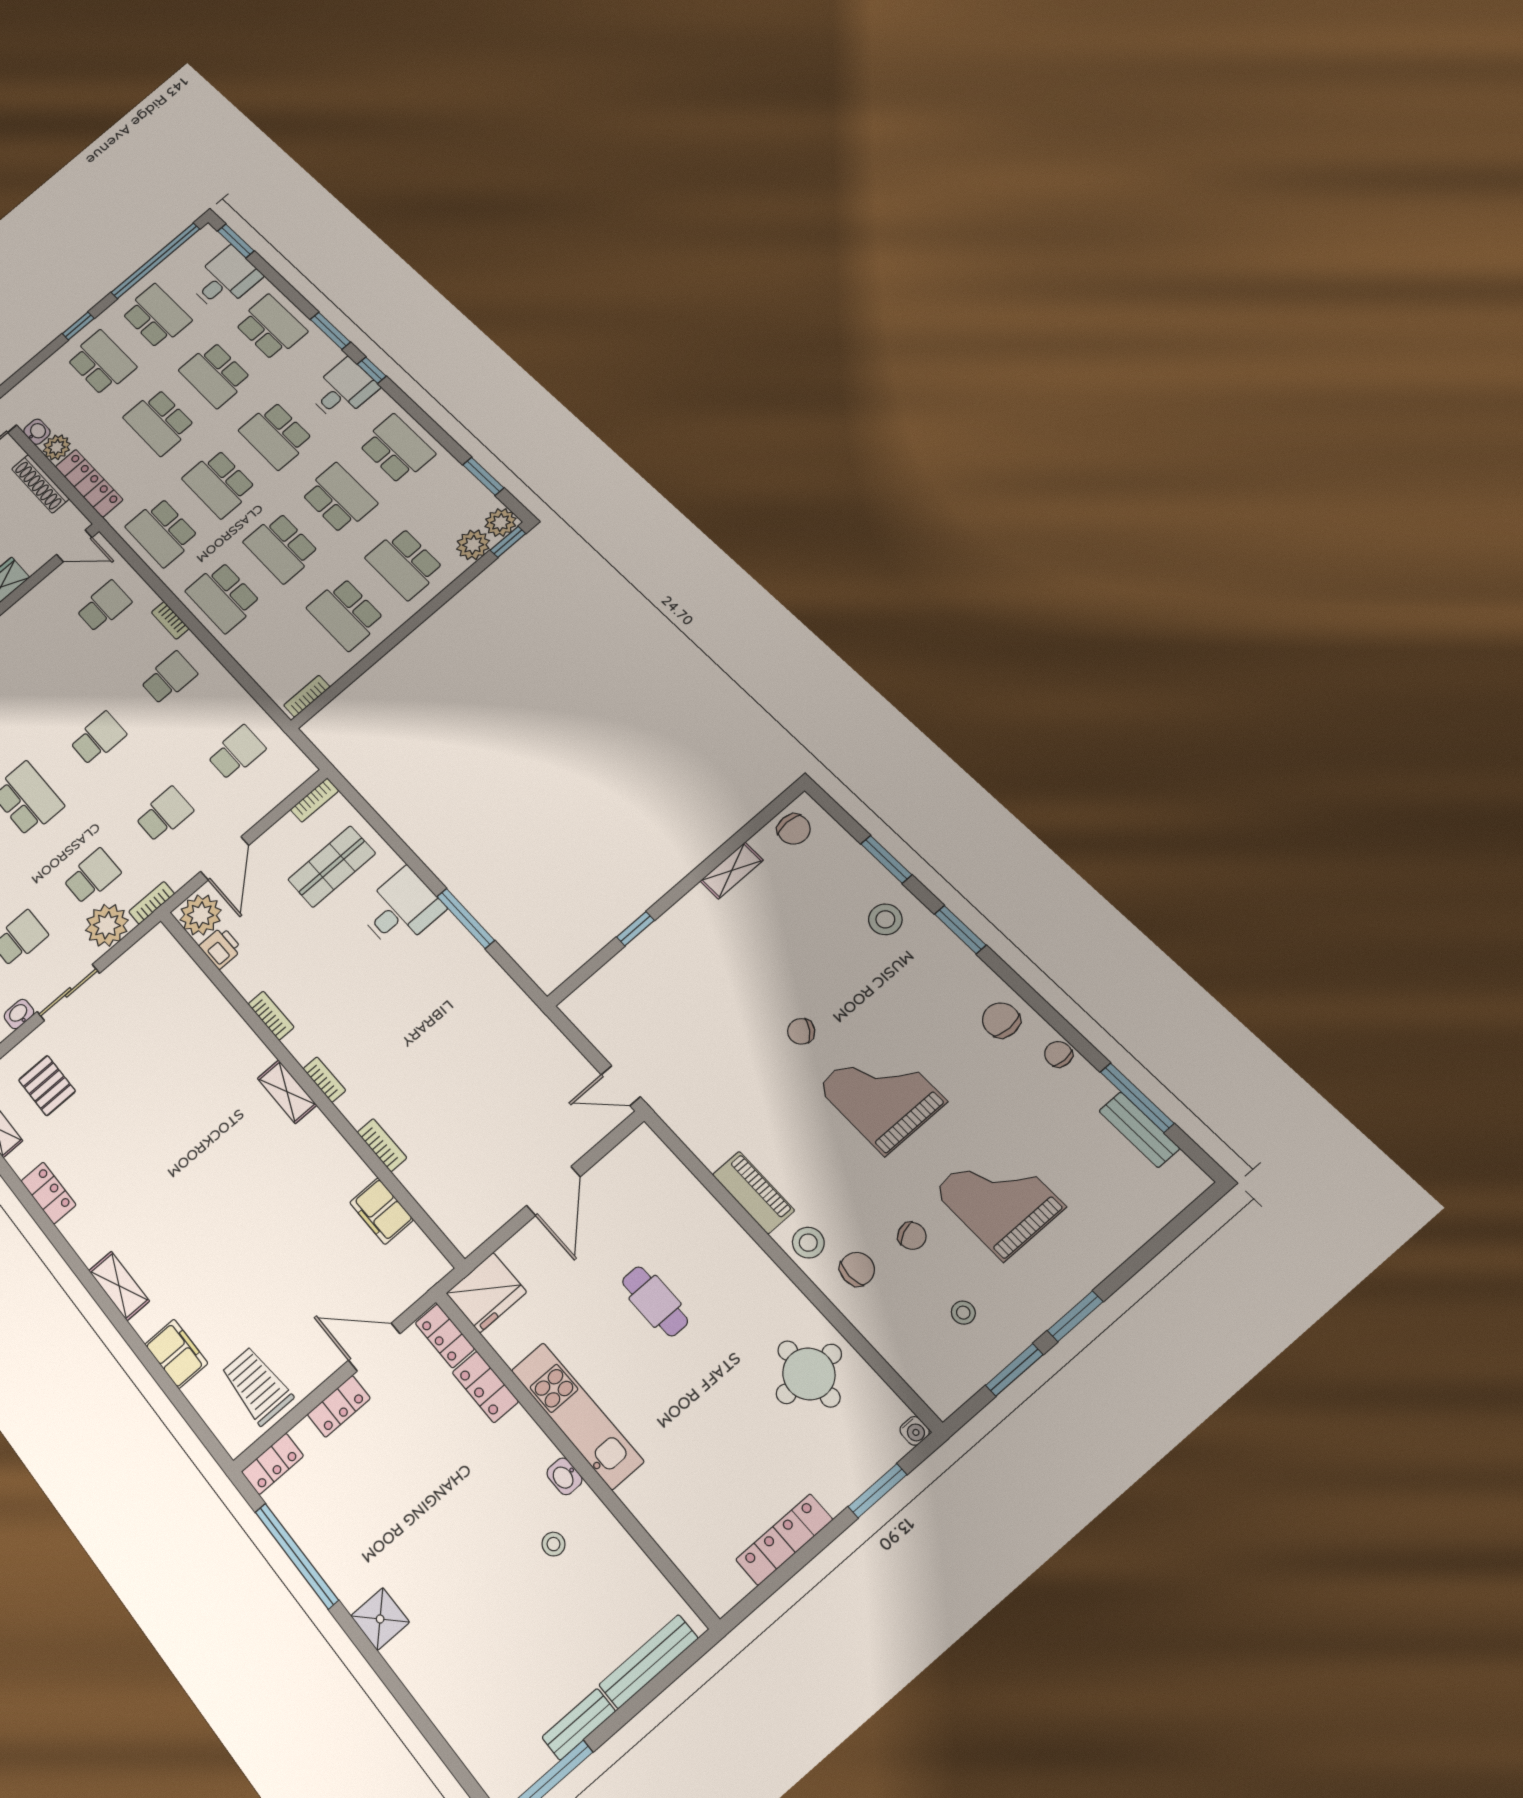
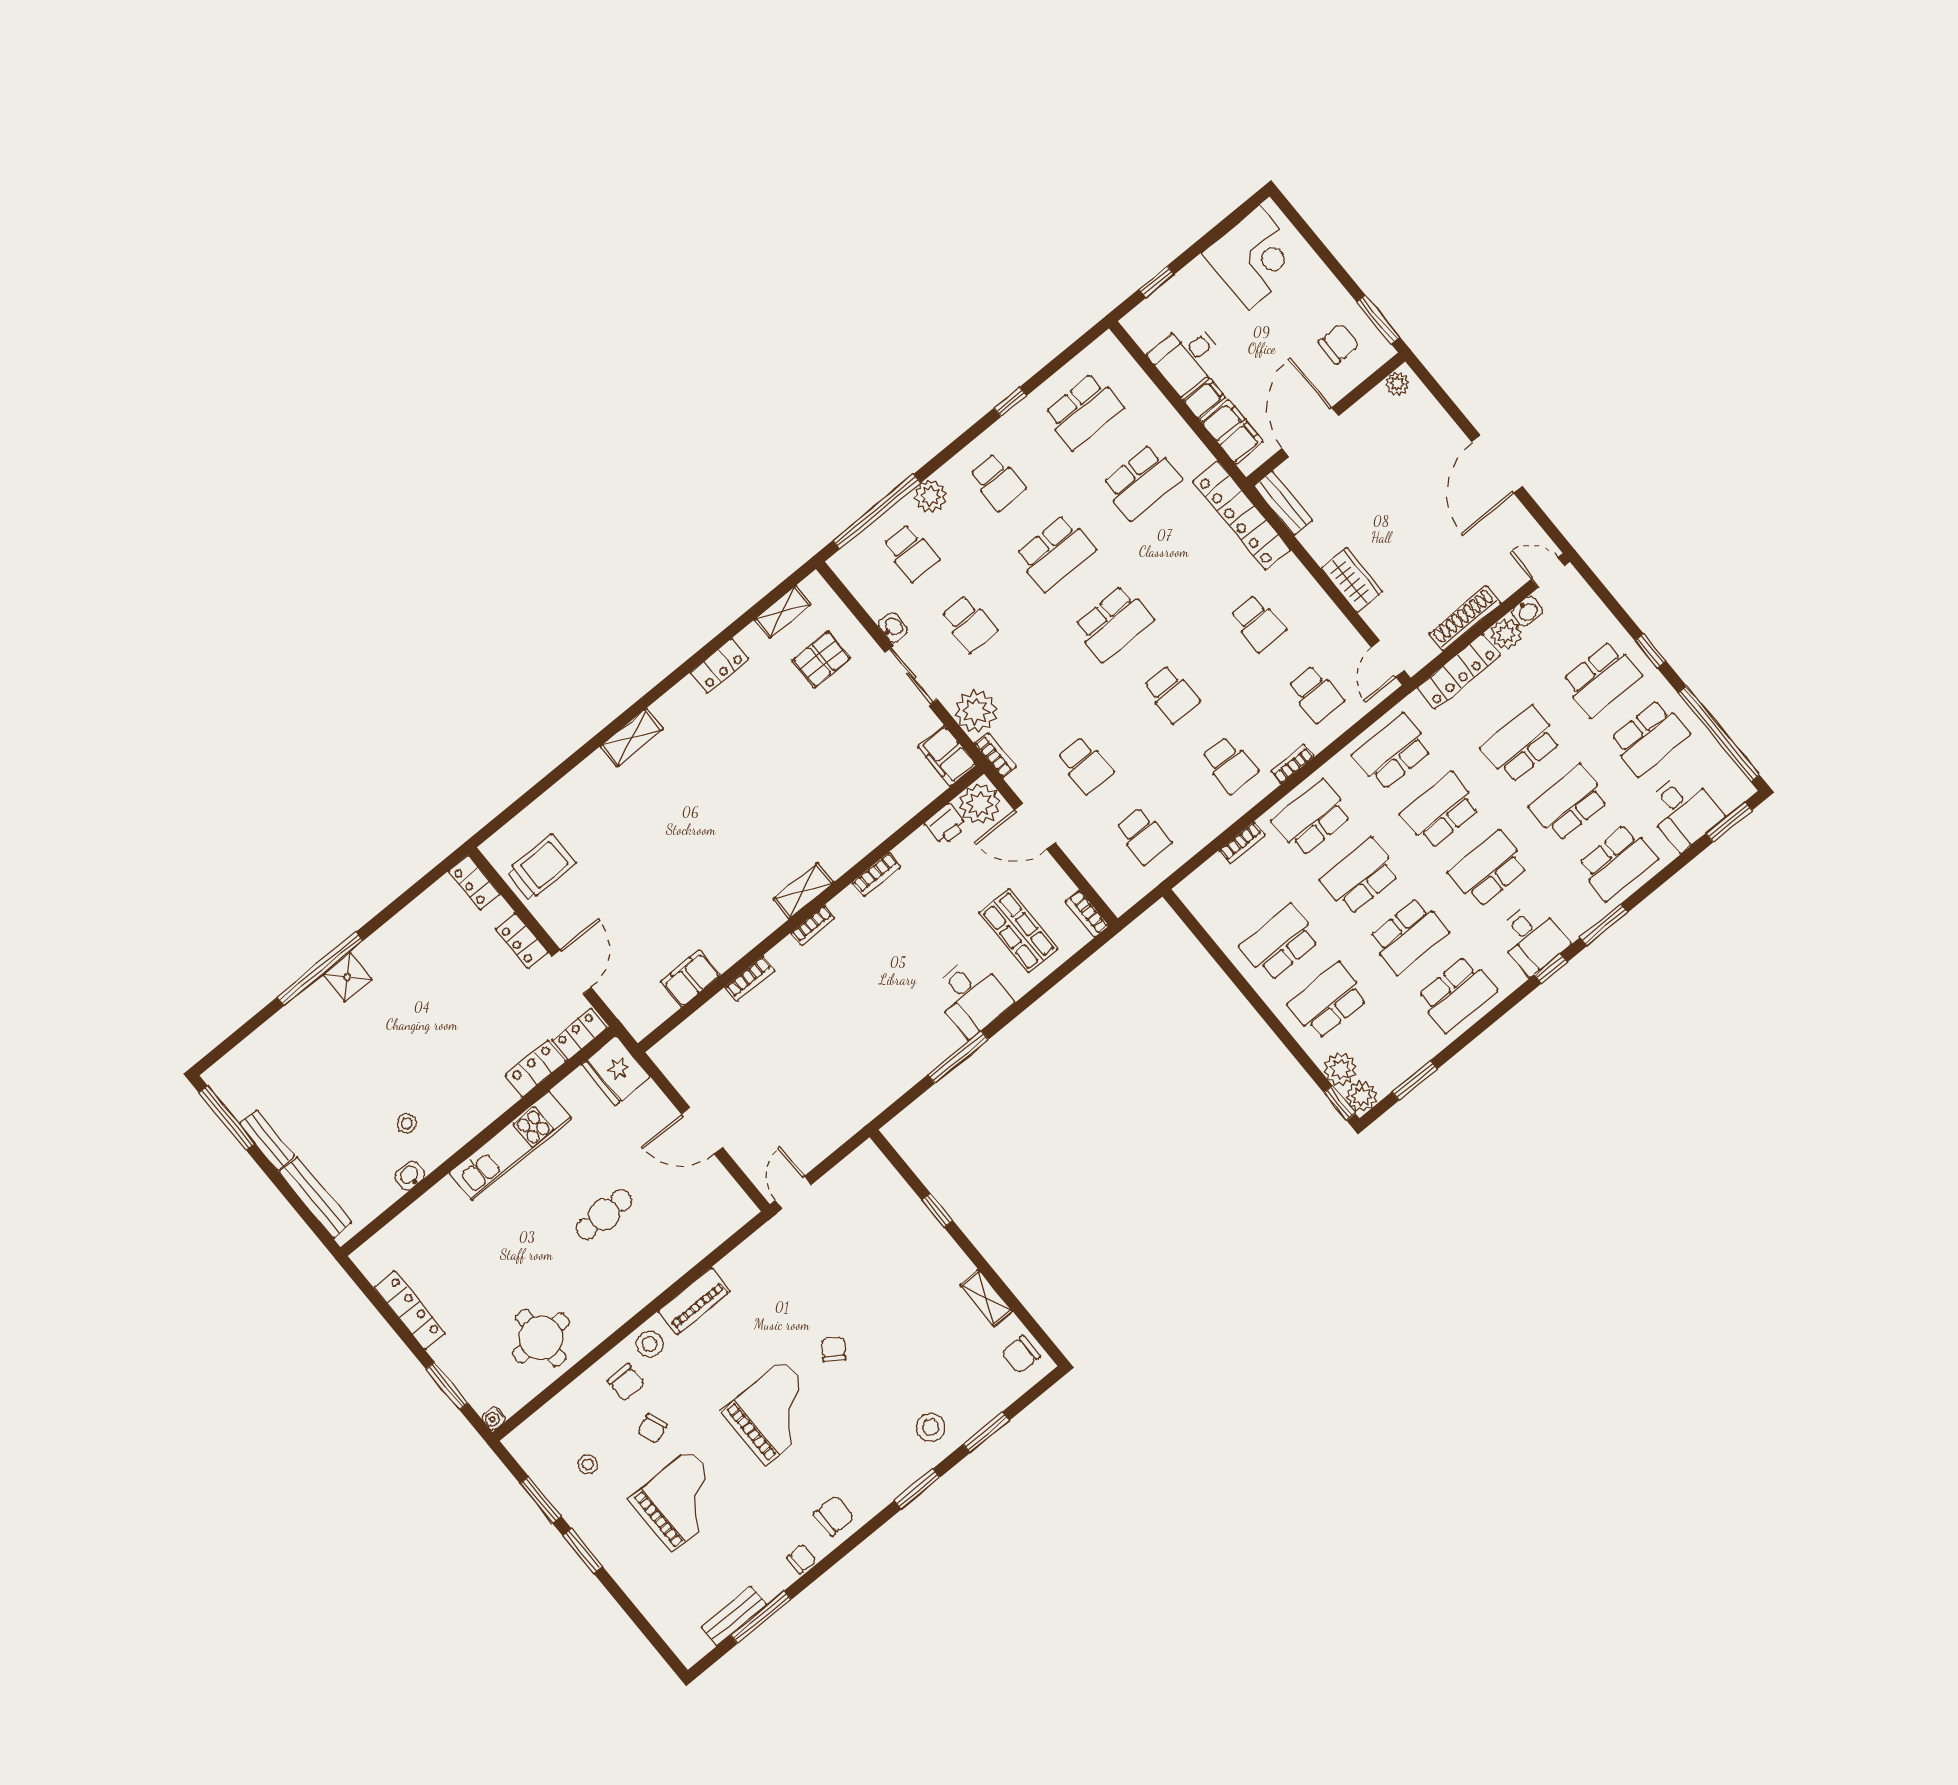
bookcase: (307, 696) -> (1242, 843), moved, turned 90
school desk: (92, 876) -> (1258, 623), moved
filing cabinet: (176, 1354) -> (947, 756), moved, turned 90
washbasin: (564, 1476) -> (410, 1176), moved
window: (297, 1556) -> (320, 969), moved

